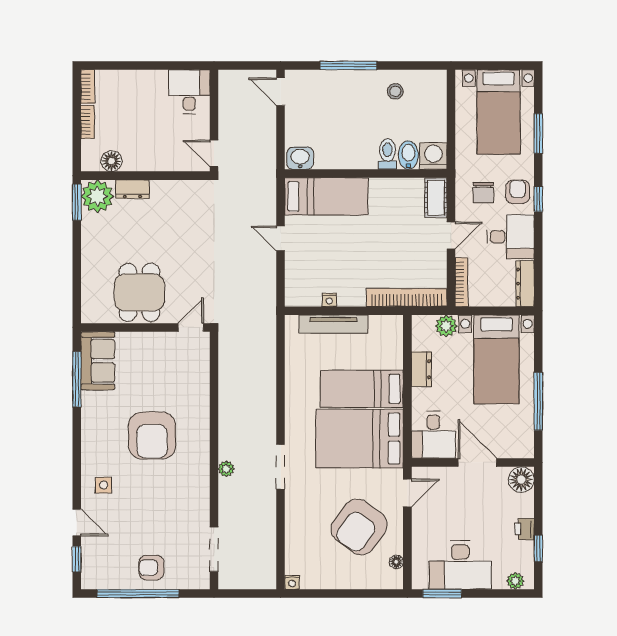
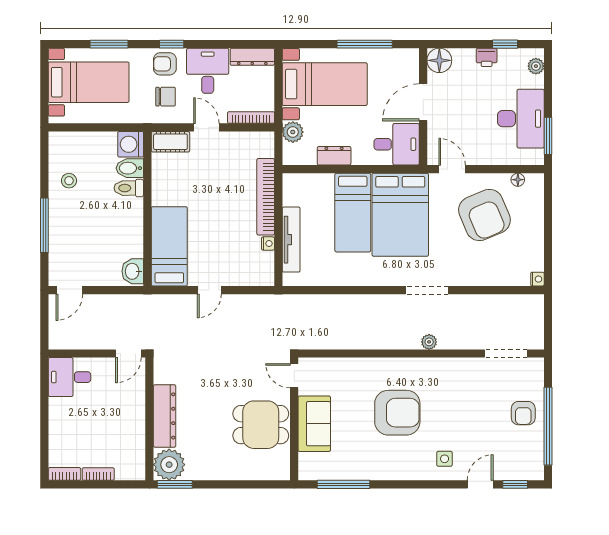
floor lamp: (112, 161) -> (136, 451), removed
dresser: (132, 189) -> (165, 416), width x1.96, depth x1.24
bookcase: (407, 297) -> (266, 197), moved
sofa: (98, 361) -> (314, 424), moved, turned 90
armchair: (359, 527) -> (484, 215), turned 31

